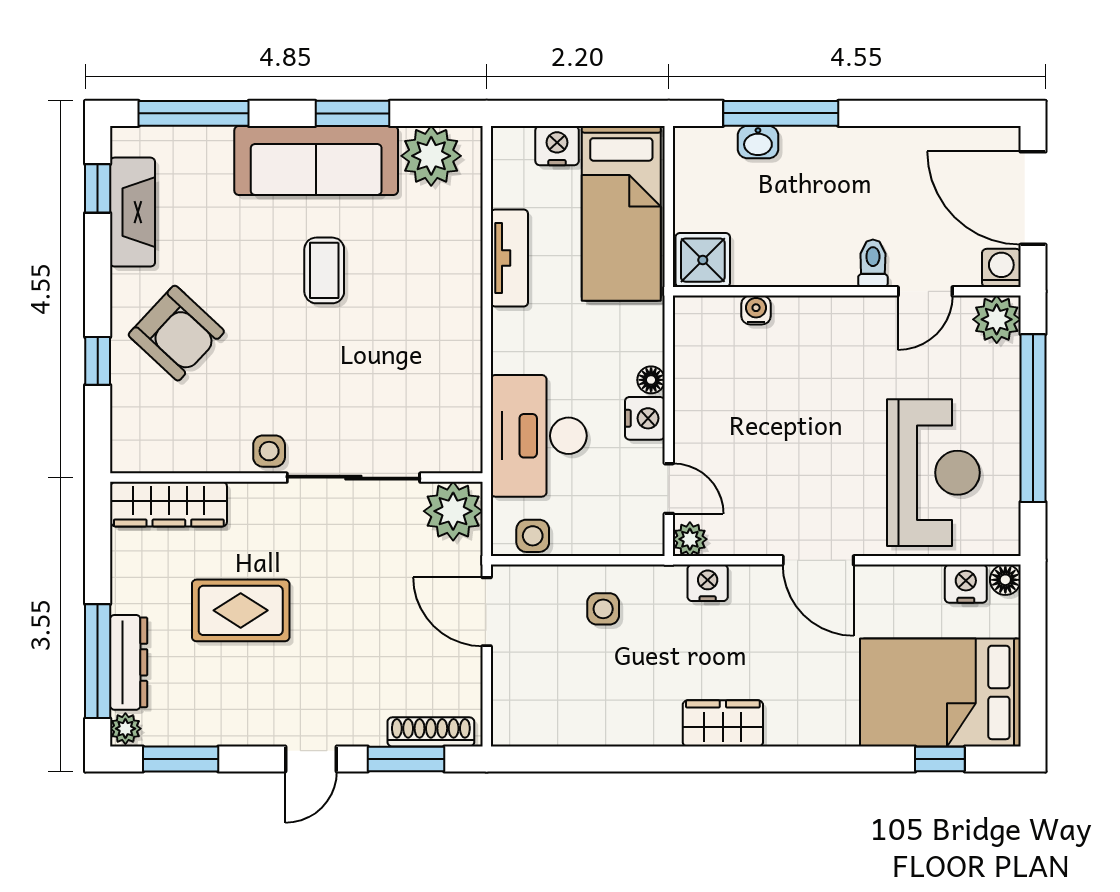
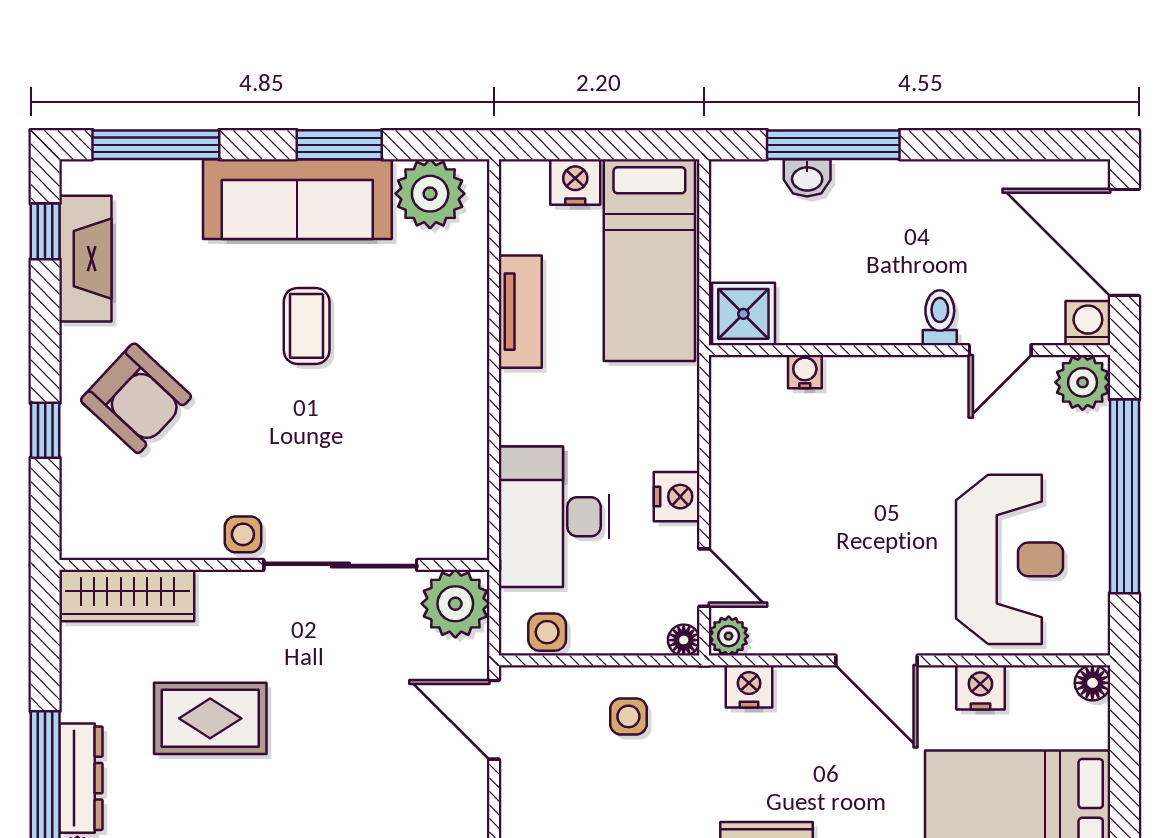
floor lamp: (651, 380) -> (684, 640), moved
nightstand: (966, 584) -> (980, 687), moved

